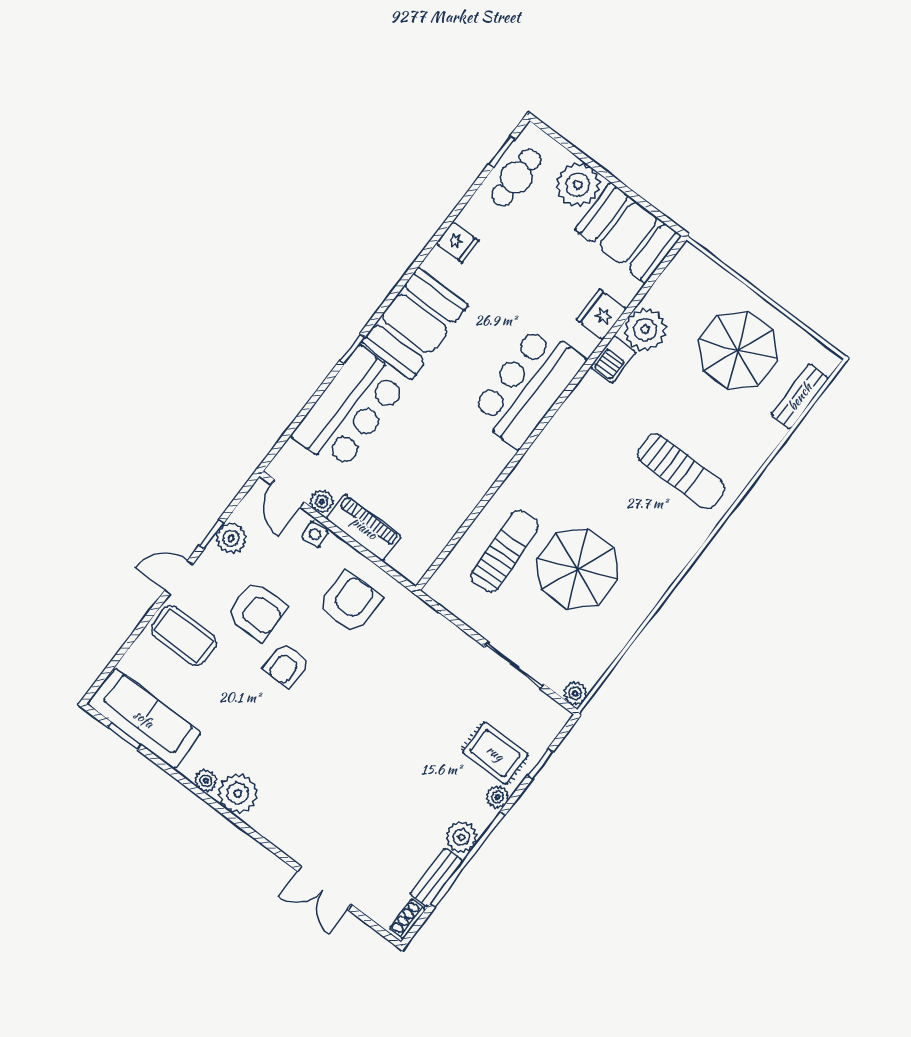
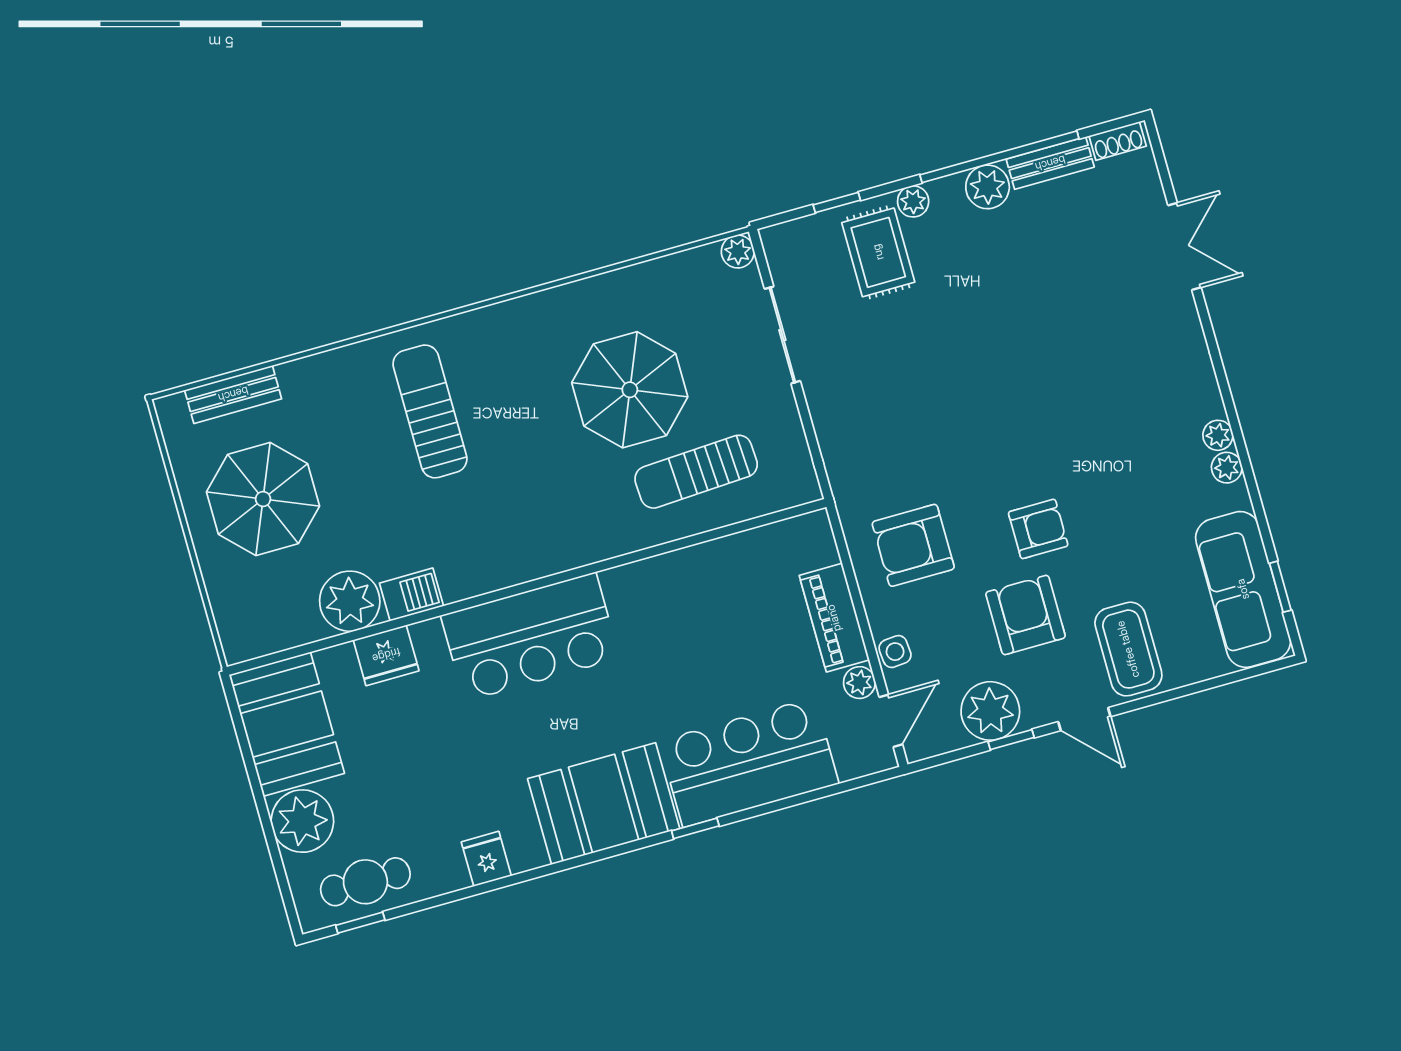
plant: (231, 538) -> (990, 711), width x1.36, depth x1.36
plant: (238, 793) -> (1218, 435), width x0.53, depth x0.53

